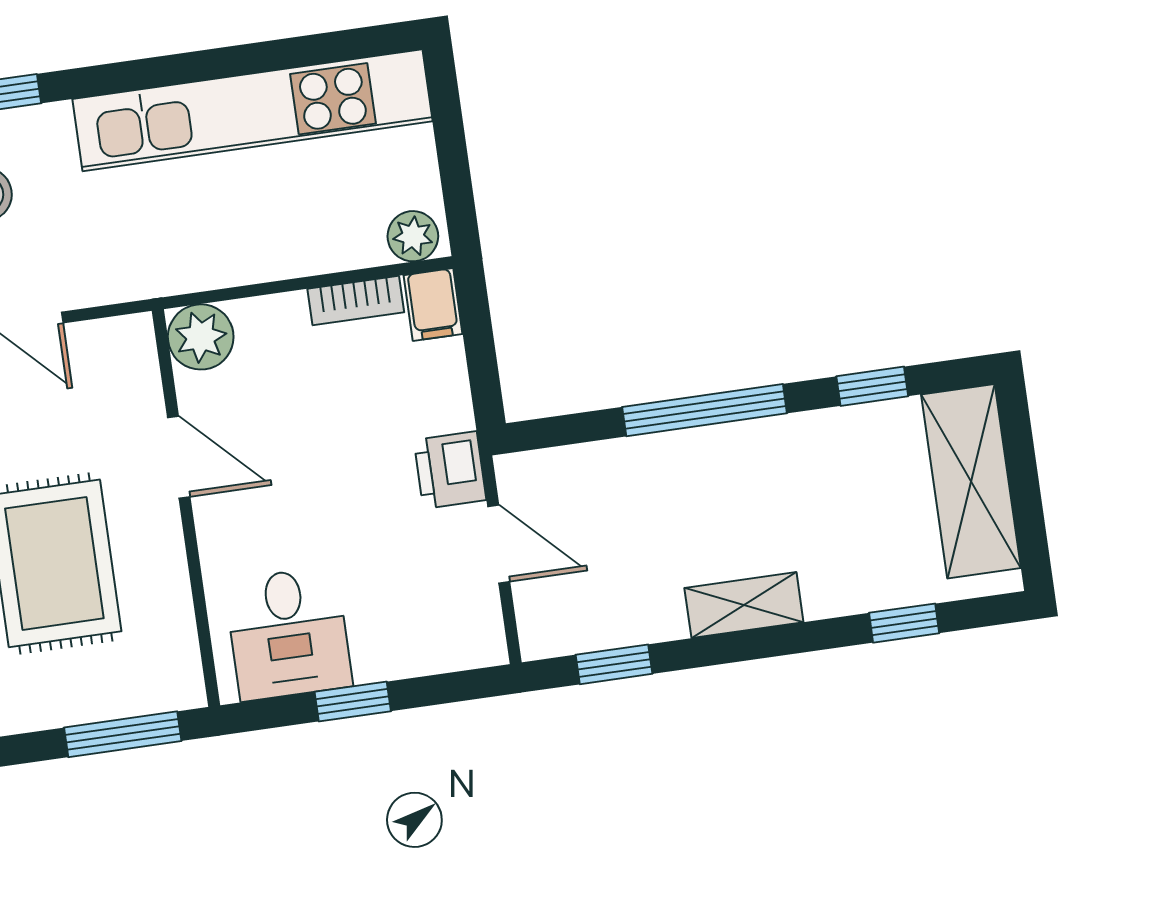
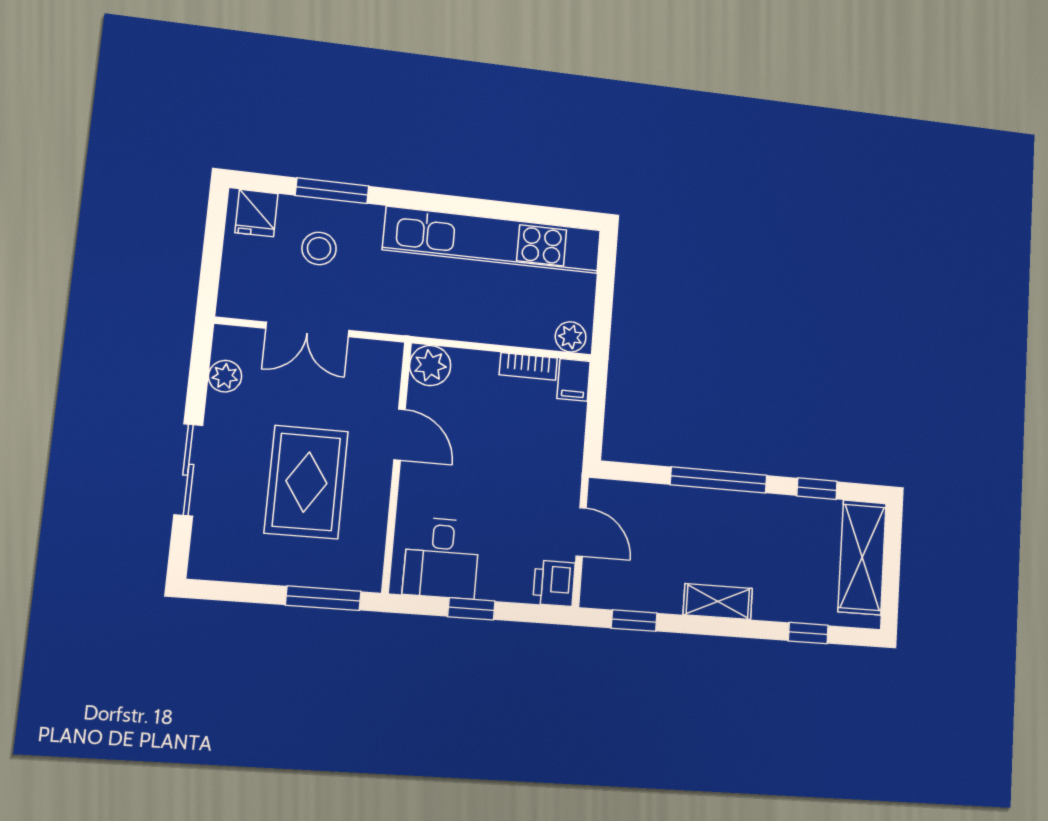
printer: (450, 470) -> (554, 583), moved

